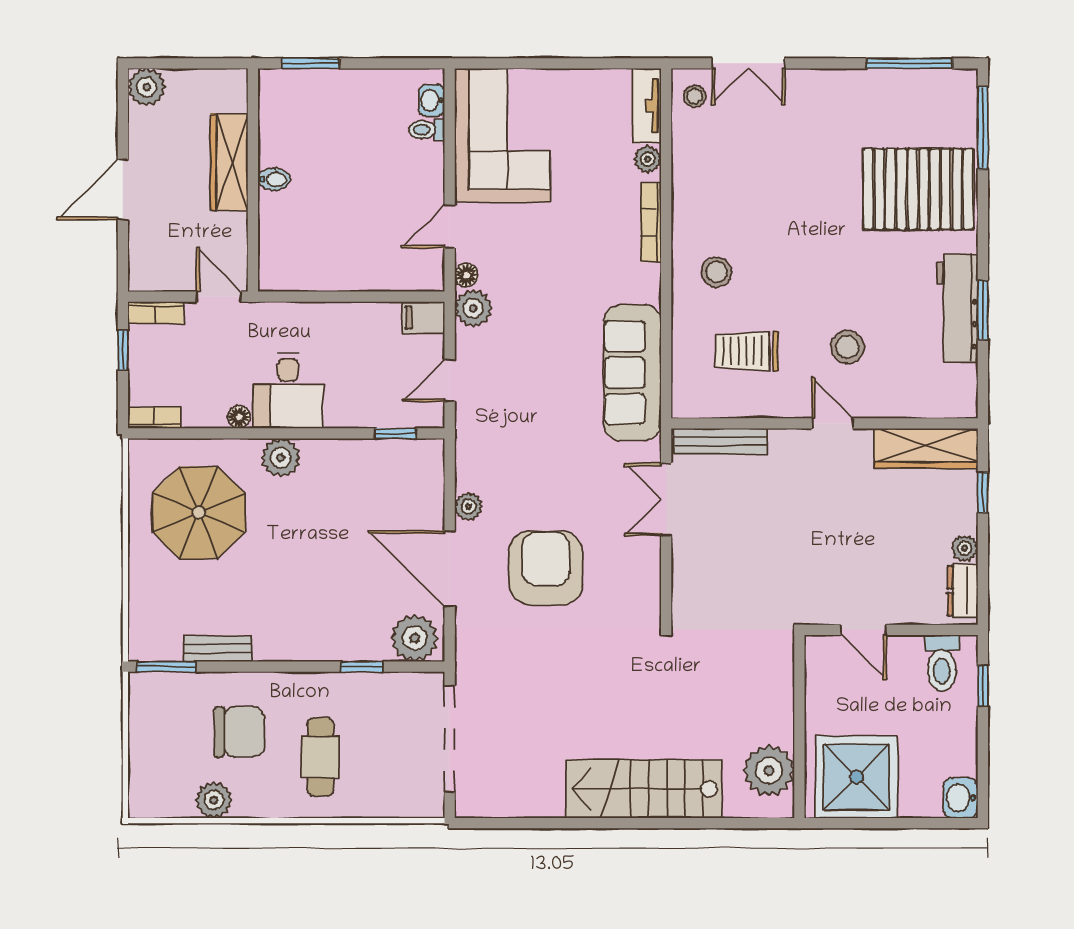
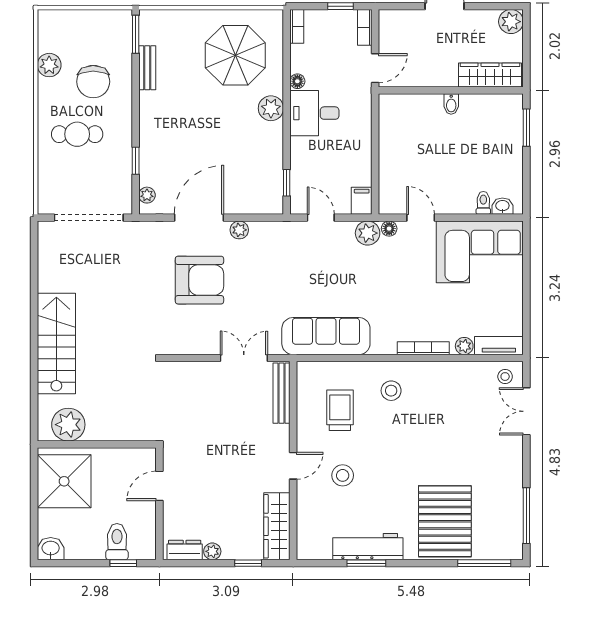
wardrobe: (229, 162) -> (490, 75), moved
plant: (415, 638) -> (147, 195), width x0.53, depth x0.53
toilet: (942, 663) -> (117, 542), moved, turned 90

